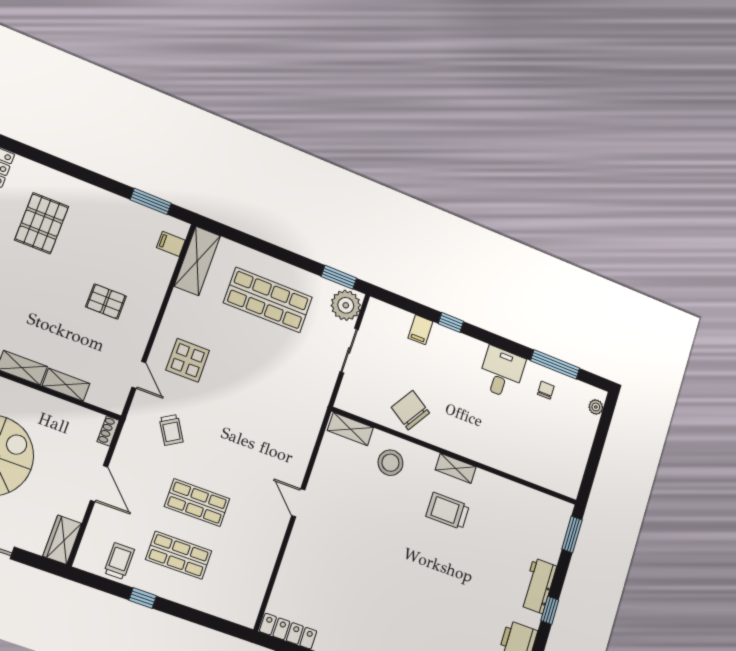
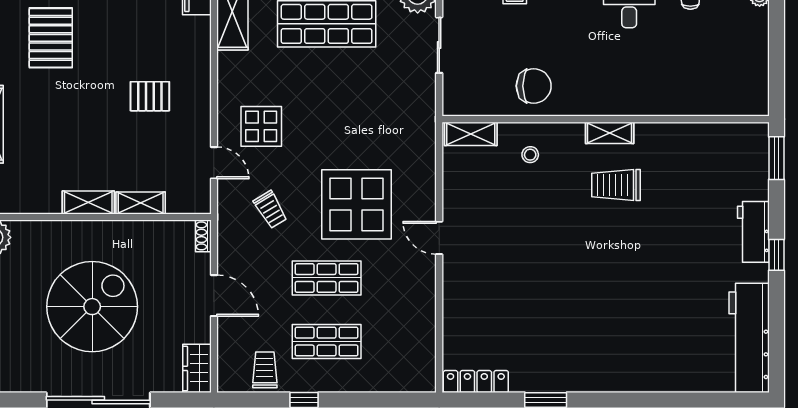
chair: (410, 410) -> (534, 86), turned 147
display table: (242, 452) -> (356, 204), added
stool: (390, 463) -> (530, 155), width x0.53, depth x0.53

